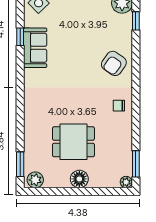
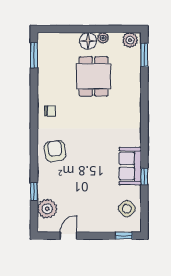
armchair: (114, 63) -> (55, 151), turned -42
dining table: (73, 142) -> (94, 76), turned 90
plant: (126, 182) -> (103, 38), moved

